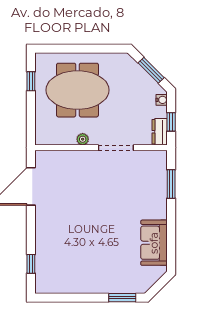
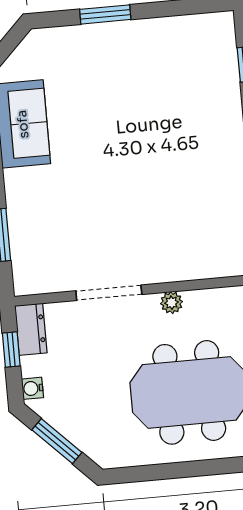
window: (122, 298) -> (105, 14), moved

